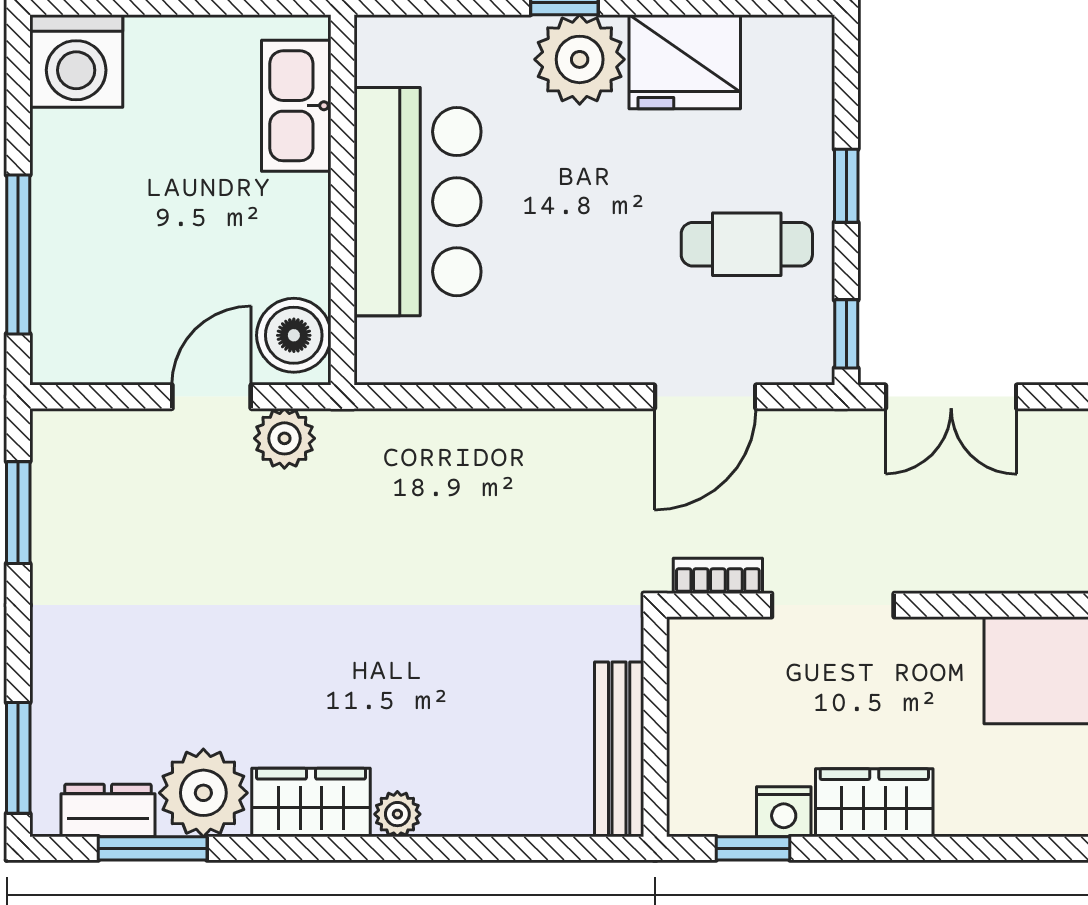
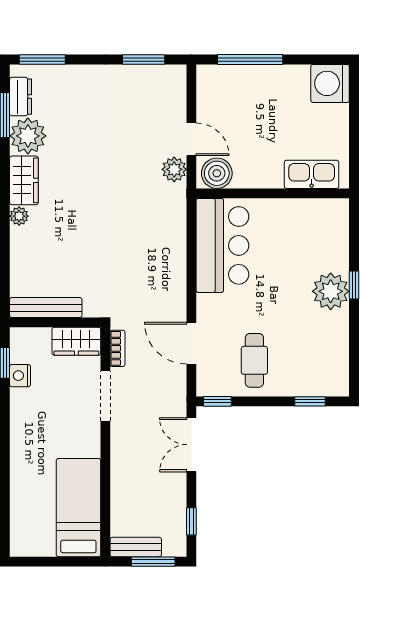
fridge: (685, 62) -> (330, 335), removed
window: (846, 186) -> (310, 401), moved
bar counter: (417, 202) -> (222, 245), moved, turned -90
wardrobe: (874, 803) -> (76, 341), moved, turned 90

